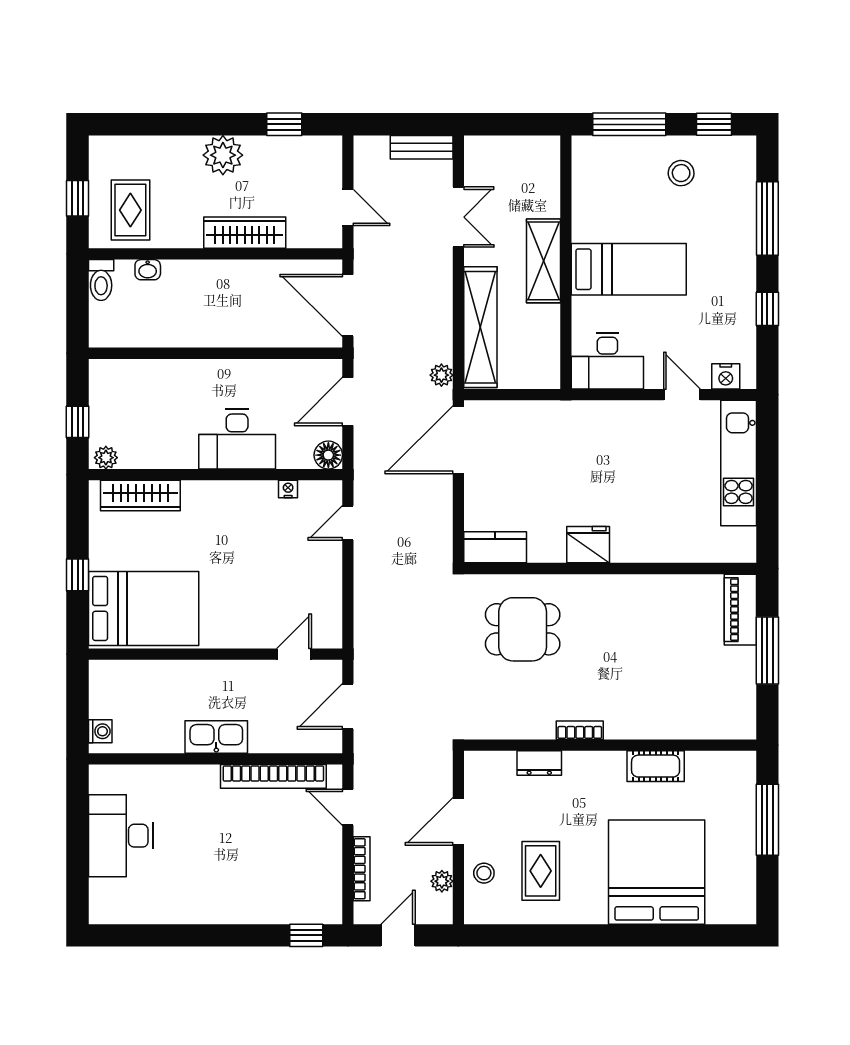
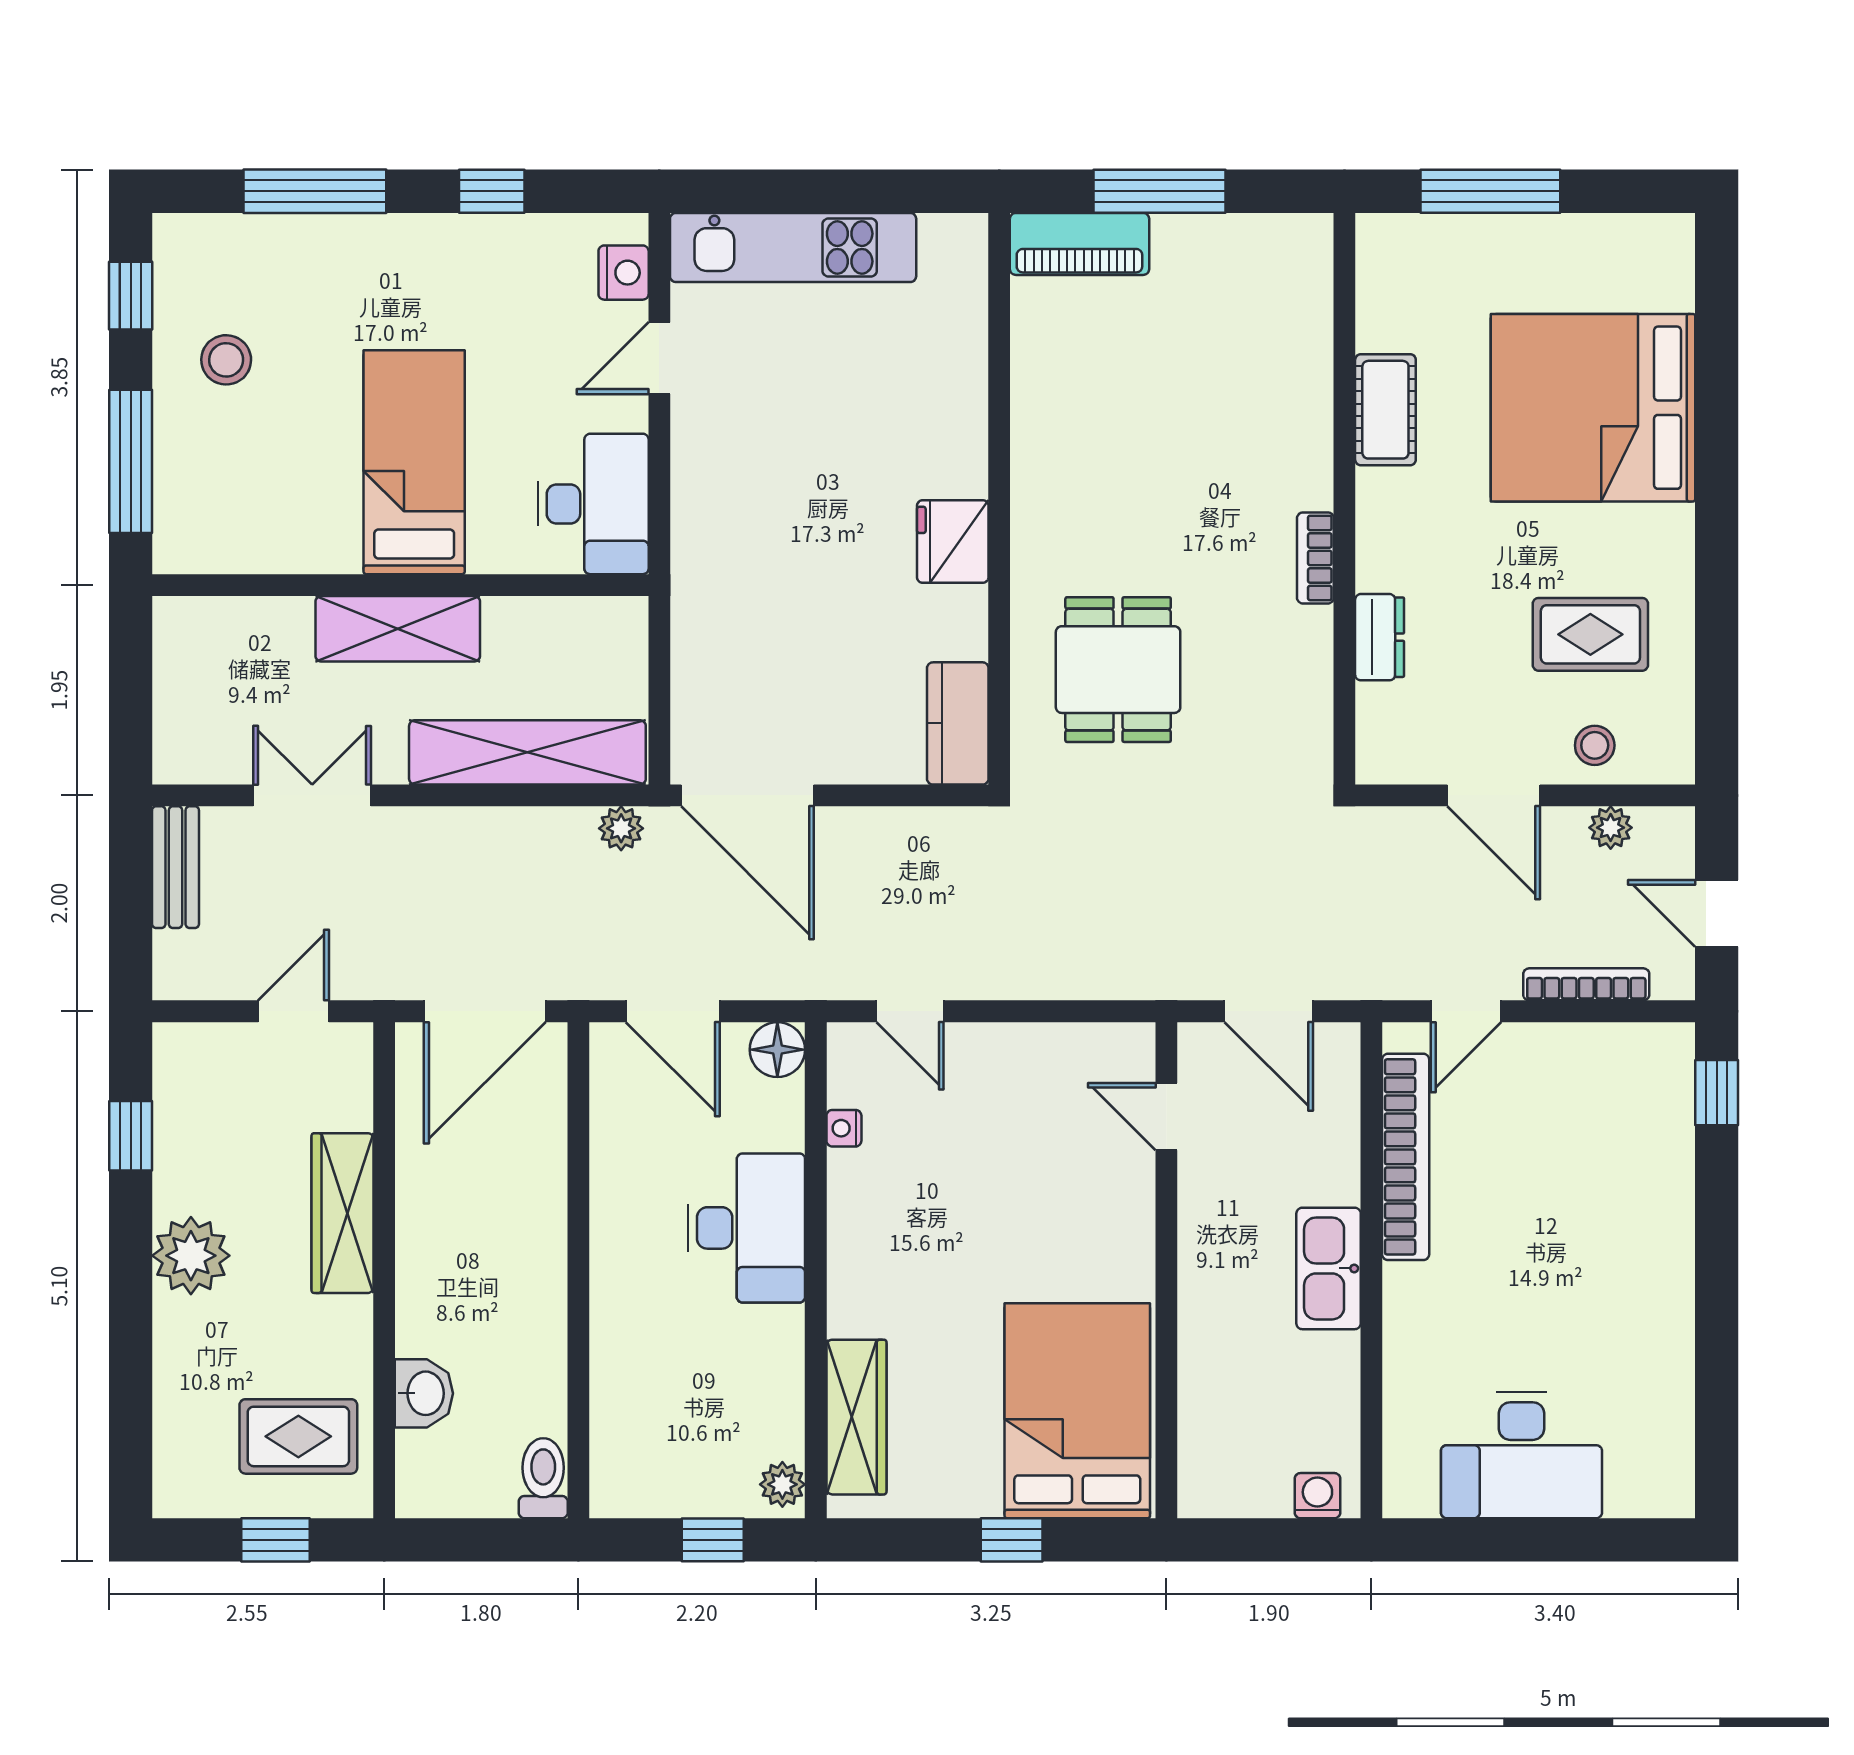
washbasin: (148, 270) -> (424, 1393), width x1.38, depth x1.45
toilet: (101, 280) -> (543, 1478), moved, turned -90

